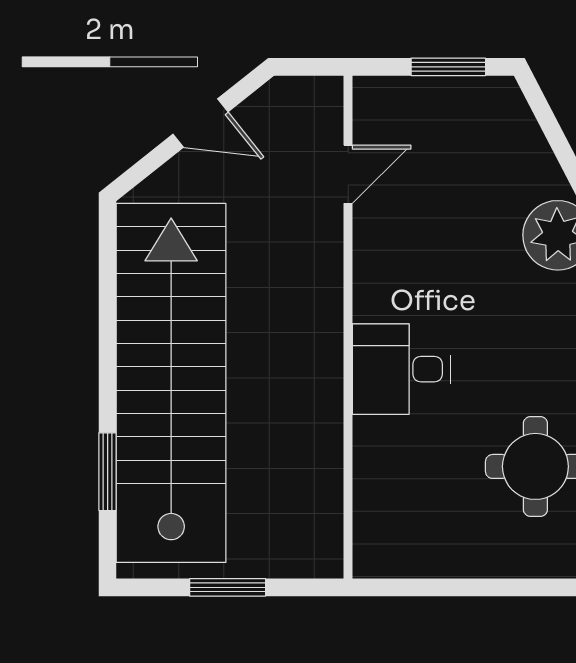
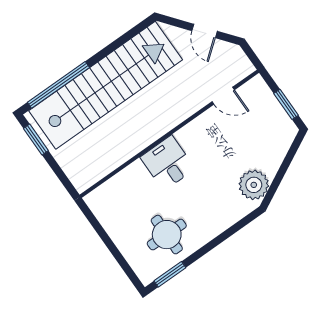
window: (108, 472) -> (58, 85), width x2.11
window: (228, 587) -> (36, 139), moved

